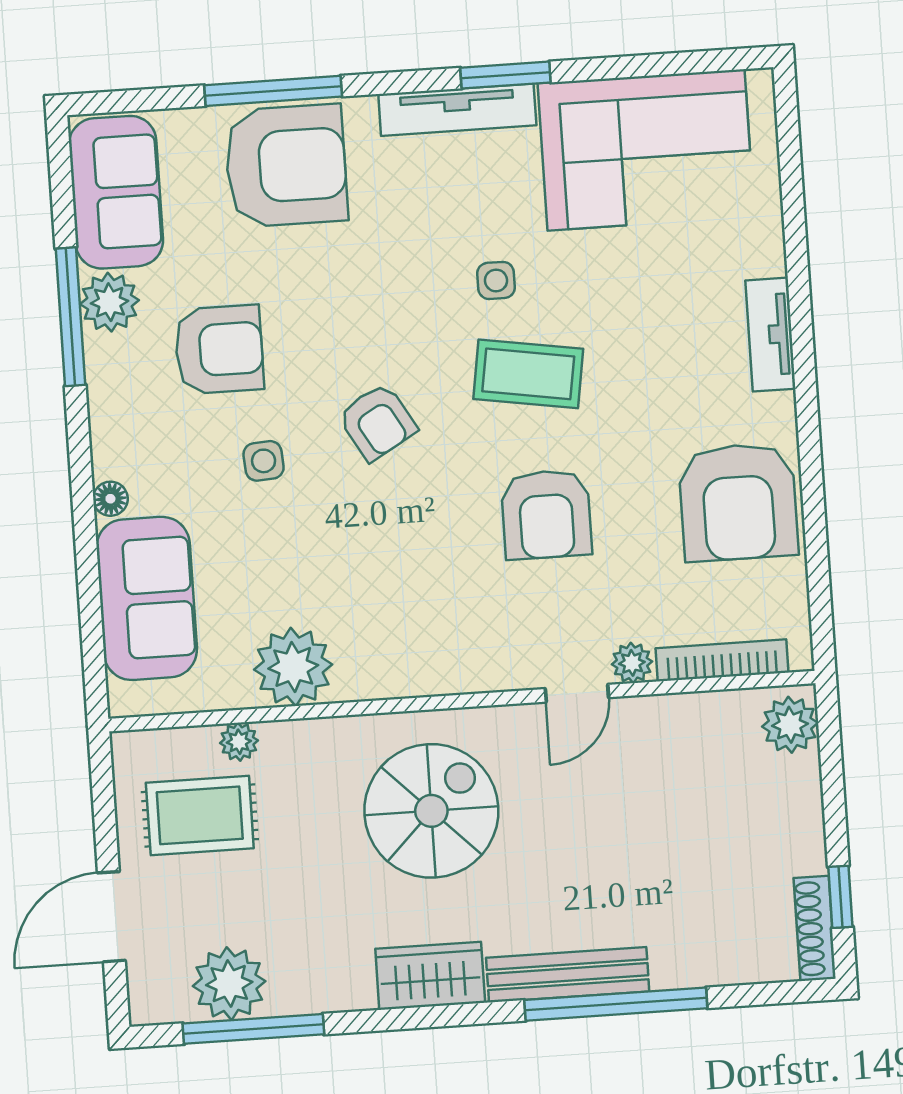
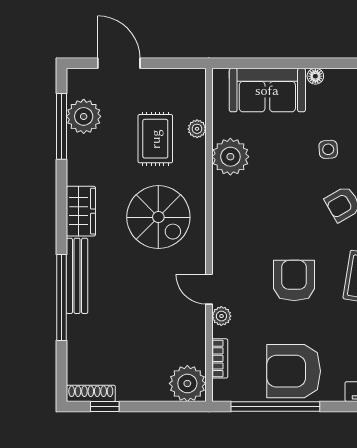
armchair: (546, 514) -> (294, 281), turned 90
window: (816, 535) -> (275, 406), added
bookcase: (722, 660) -> (220, 358), width x0.64
plant: (790, 725) -> (187, 383), width x1.36, depth x1.36
rug: (200, 815) -> (155, 139), moved

